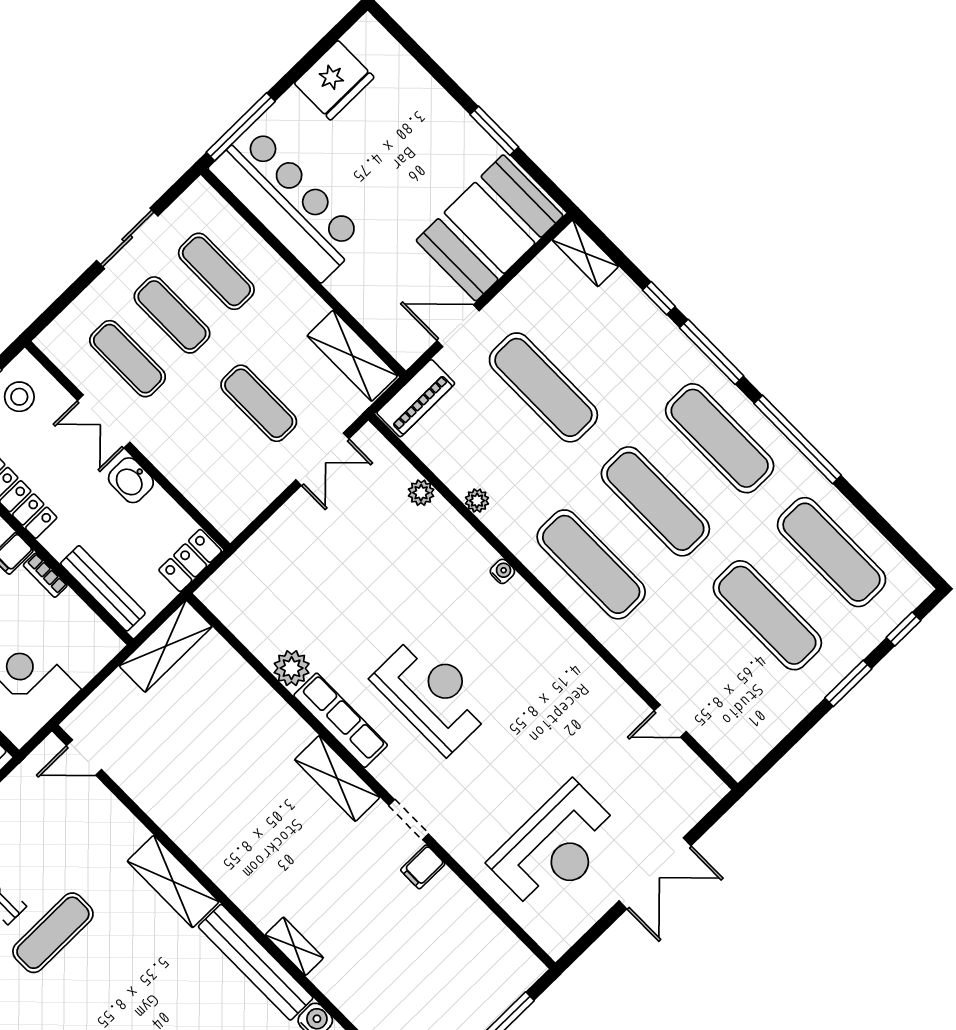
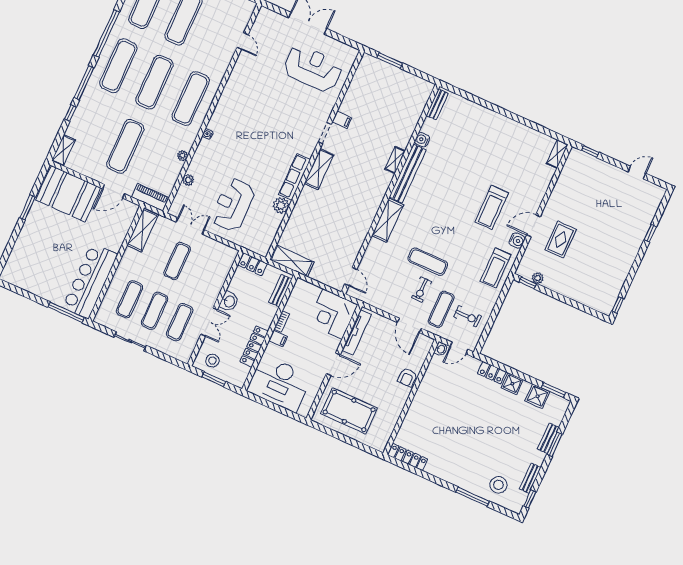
fridge: (334, 80) -> (32, 281), removed
door: (458, 326) -> (113, 191), hinge flipped
bench: (103, 588) -> (280, 291), width x0.73
reception desk: (432, 694) -> (233, 205), moved

